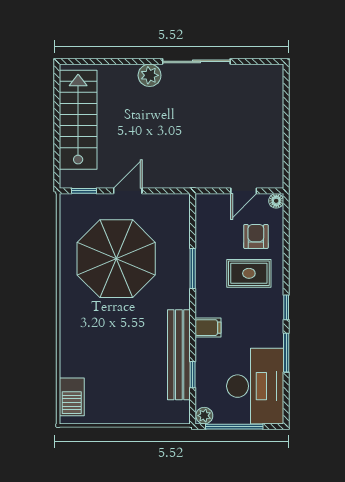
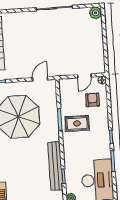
plant: (150, 75) -> (95, 13), moved
door: (128, 191) -> (40, 79), moved
rug: (249, 273) -> (77, 123), moved
filing cabinet: (208, 328) -> (70, 150), removed

